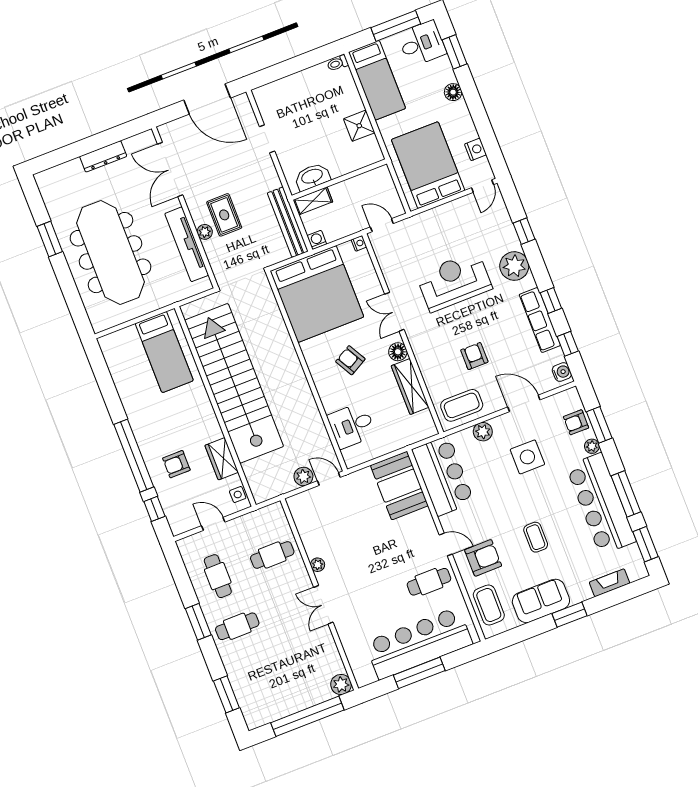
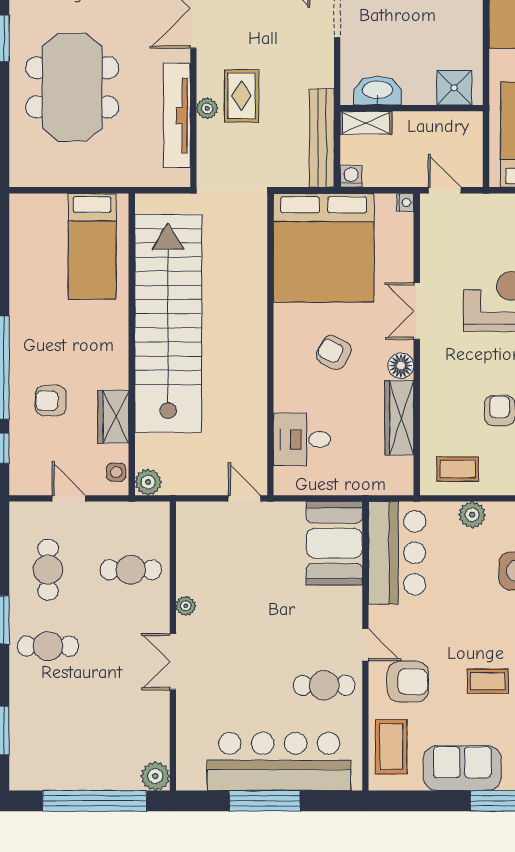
shower: (359, 126) -> (454, 88), moved
meeting table: (110, 253) -> (72, 87), width x0.73
armchair: (350, 360) -> (334, 353), turned -33
coffee table: (462, 405) -> (458, 469), width x0.73, depth x0.77
plant: (303, 476) -> (148, 482), moved
coffee table: (536, 537) -> (488, 681), turned 90

